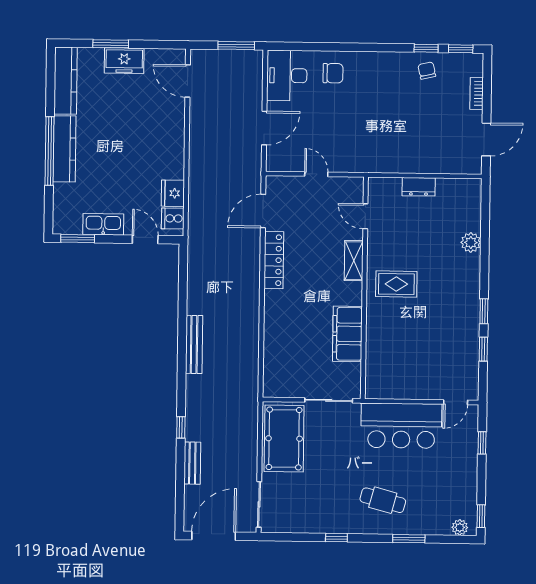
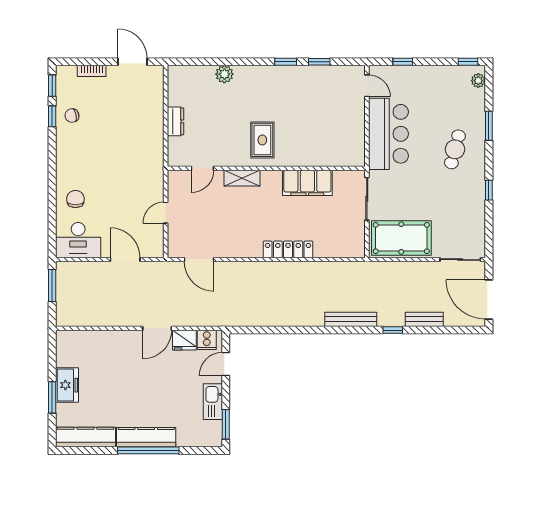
door: (188, 81) -> (157, 328), moved
locker: (274, 260) -> (288, 249), moved
bench: (194, 344) -> (351, 319), moved

